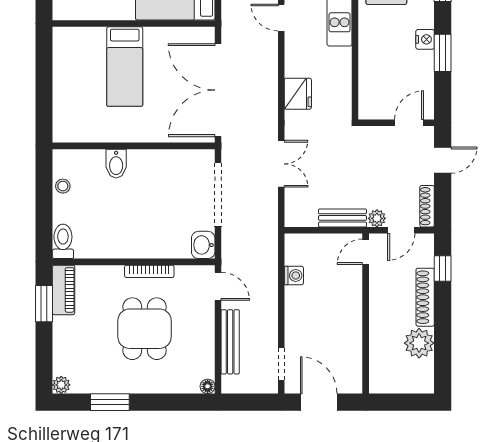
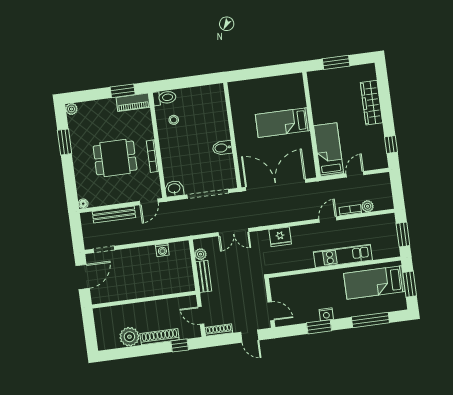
bidet: (116, 164) -> (222, 148), moved
stool: (63, 186) -> (174, 120), moved
plant: (377, 218) -> (200, 254), moved
door: (366, 252) -> (184, 294), removed

